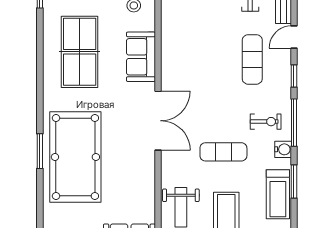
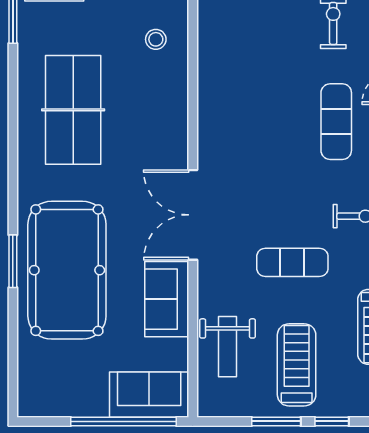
sofa: (141, 57) -> (167, 299), moved
double door: (158, 121) -> (193, 215), swing flipped

